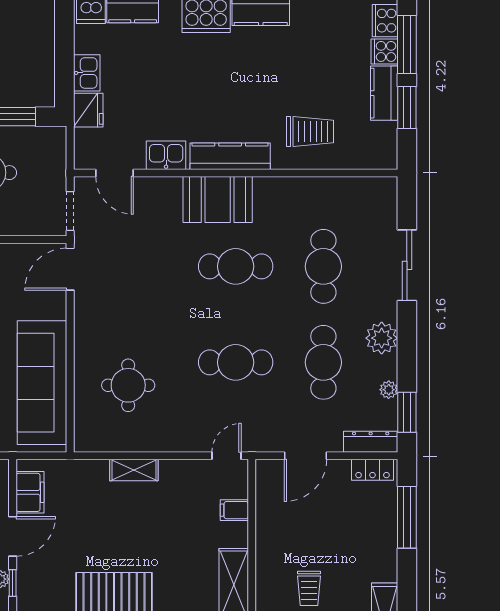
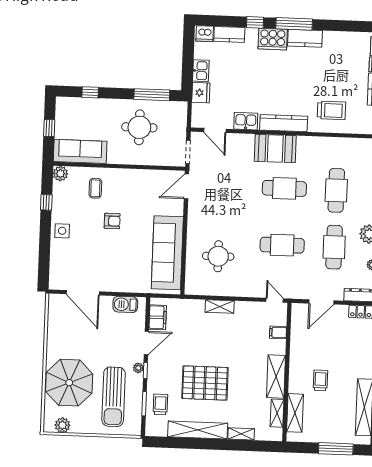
door: (226, 456) -> (275, 300), hinge flipped
trolley: (309, 588) -> (320, 380), turned 180

